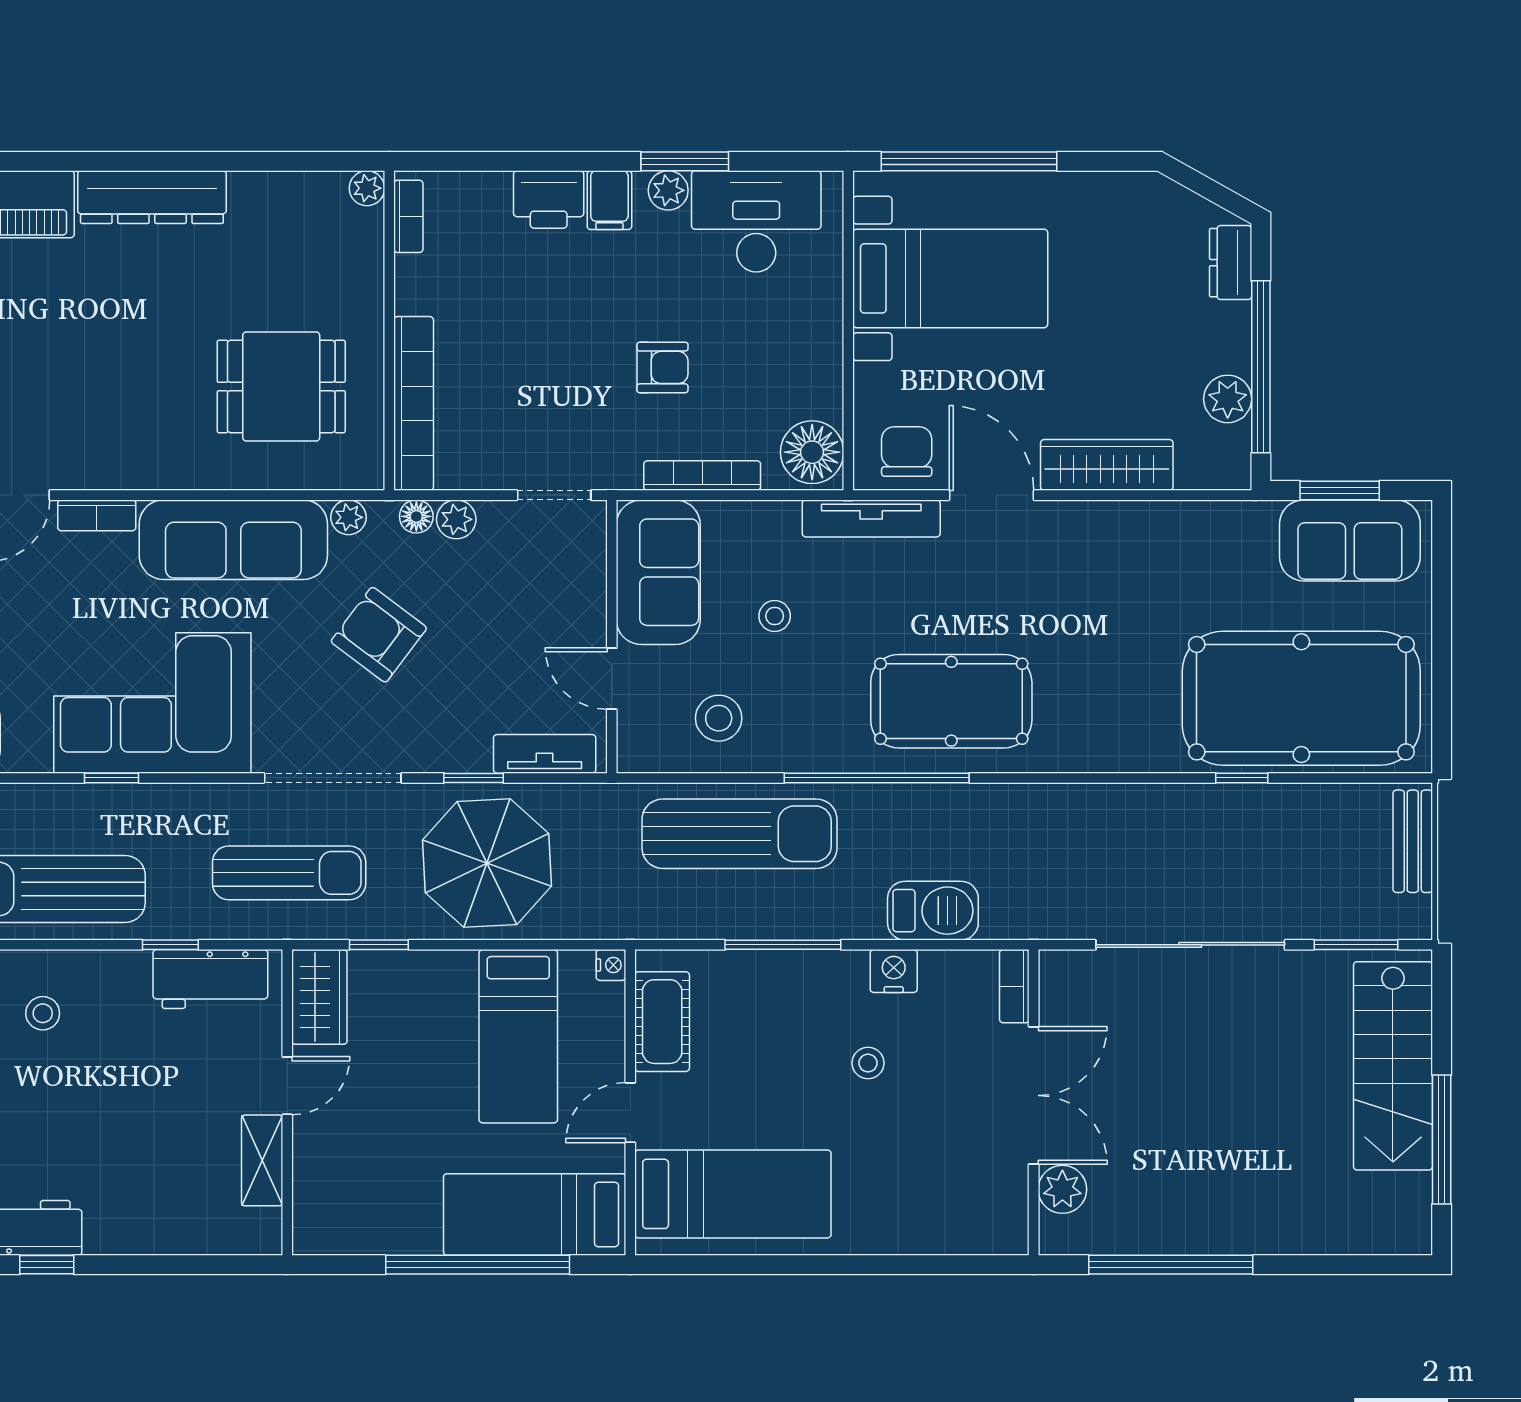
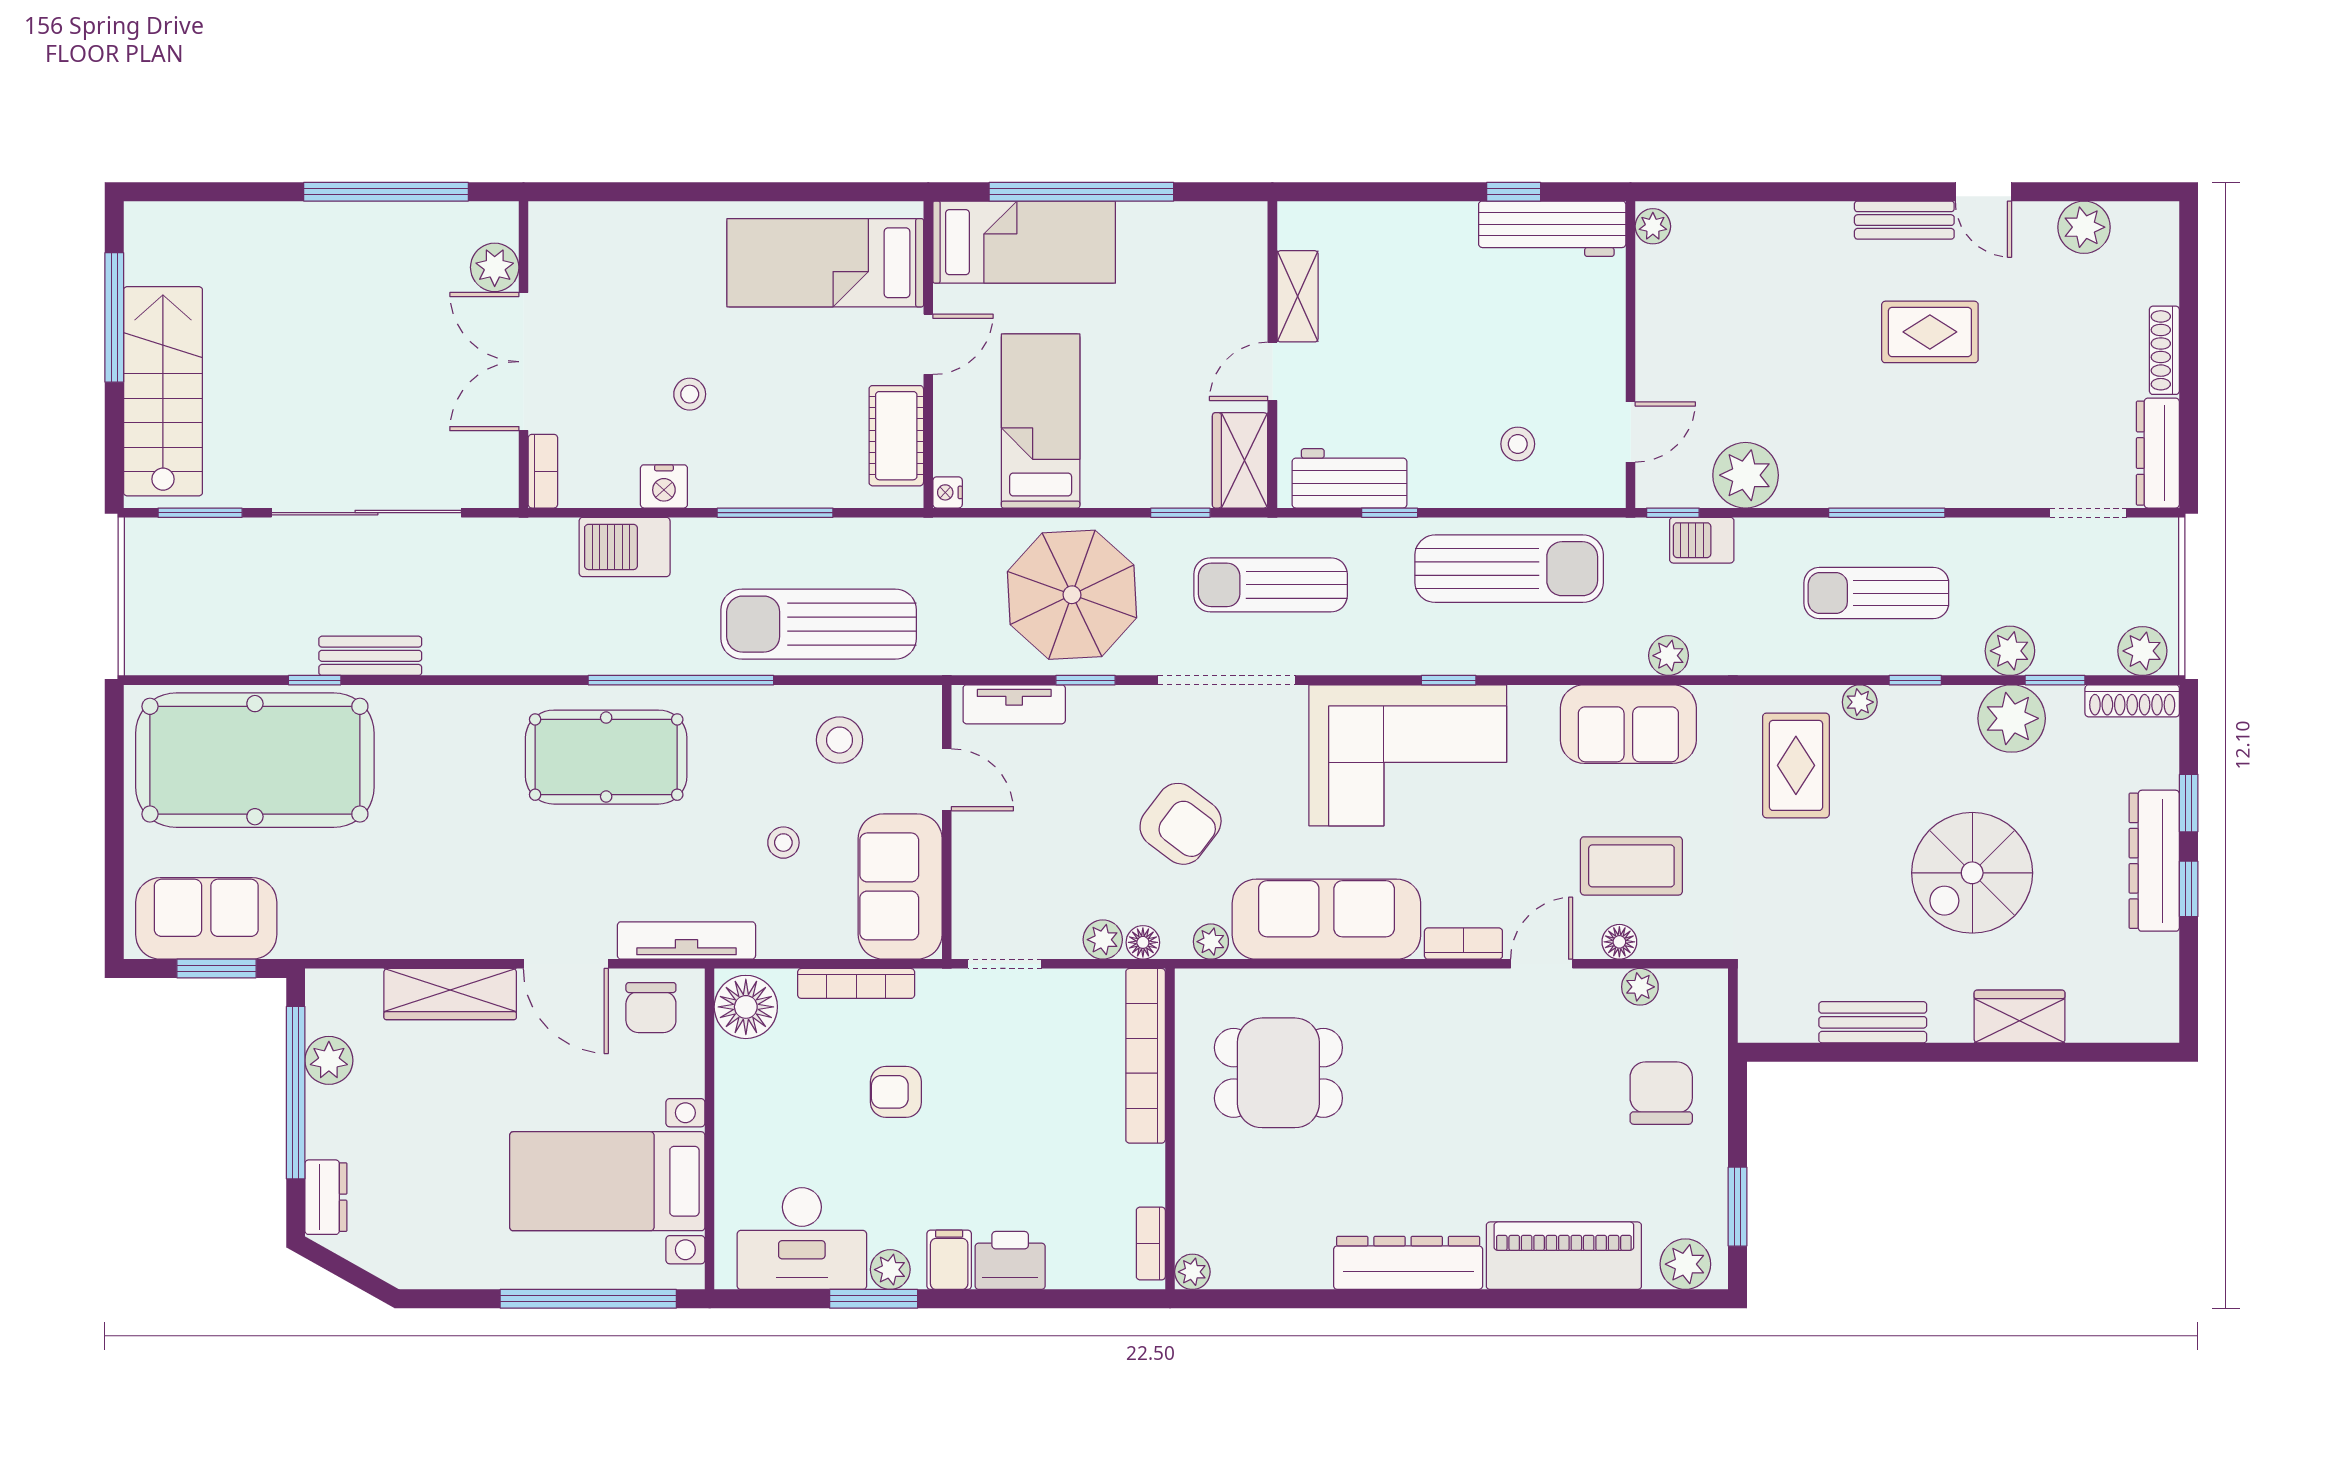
bench: (1413, 841) -> (370, 656), moved, turned 90

